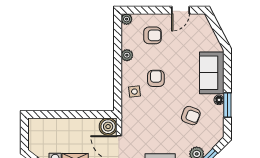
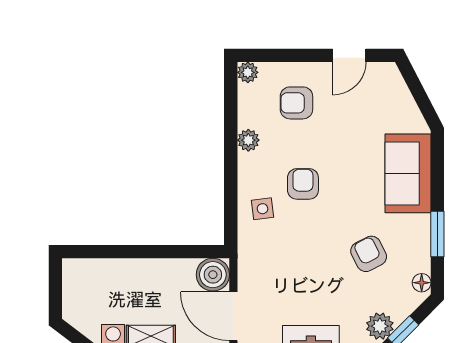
armchair: (152, 35) -> (296, 103), turned 180
floor lamp: (219, 100) -> (422, 283), moved
armchair: (191, 116) -> (369, 254), turned -138

